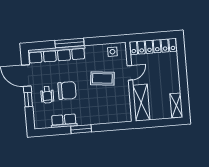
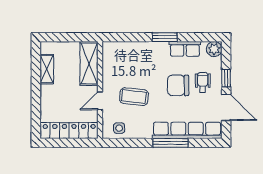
shelving: (176, 105) -> (47, 69), moved
plant: (40, 123) -> (214, 49), added

